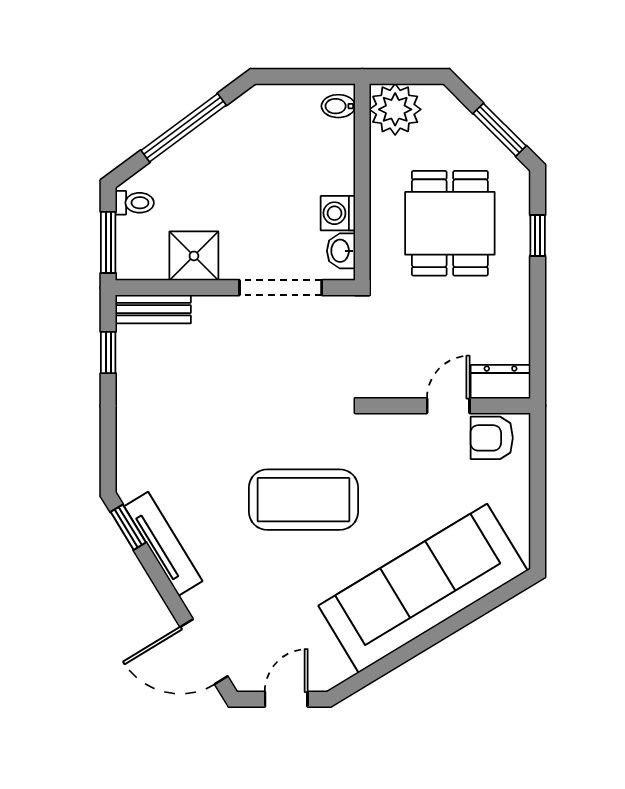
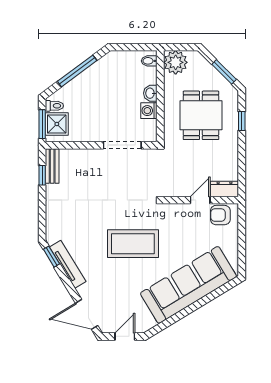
washbasin: (341, 251) -> (150, 93), moved
shower: (194, 256) -> (57, 124), moved
bench: (153, 309) -> (52, 166), moved, turned 90

